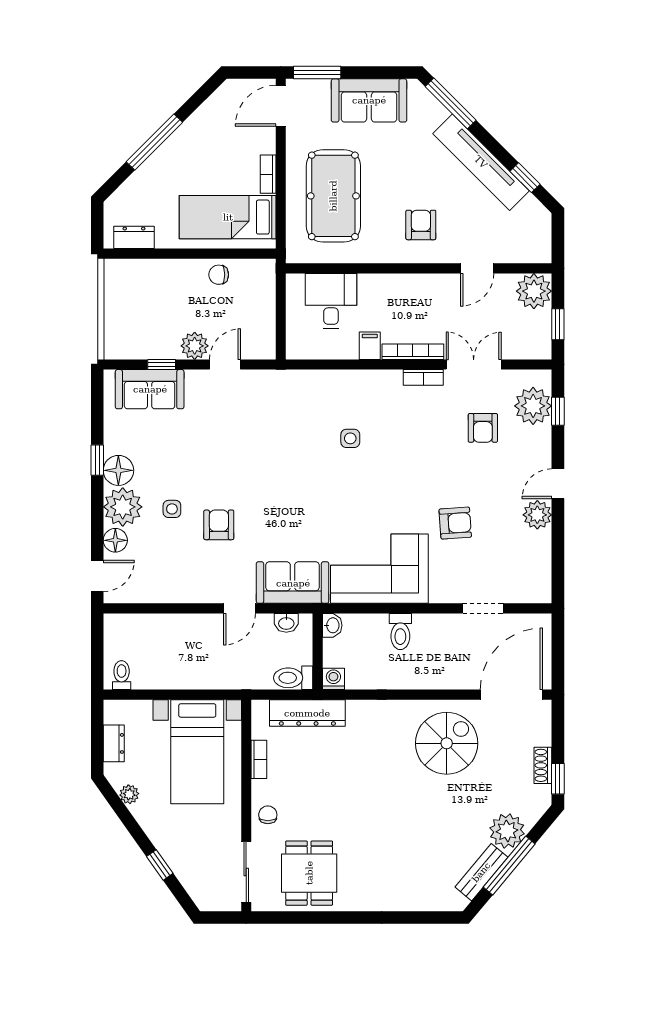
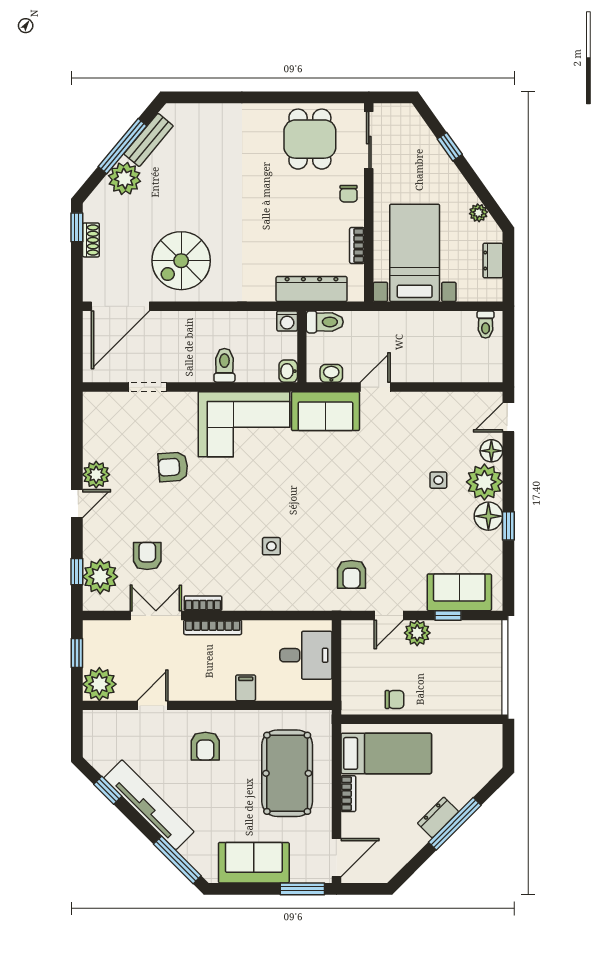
dresser: (134, 237) -> (438, 817), moved, turned 135
desk: (331, 301) -> (306, 655), moved, turned -90
filing cabinet: (370, 346) -> (246, 688), moved, turned 180
double door: (474, 364) -> (156, 615), swing flipped
armchair: (219, 525) -> (352, 574), moved

